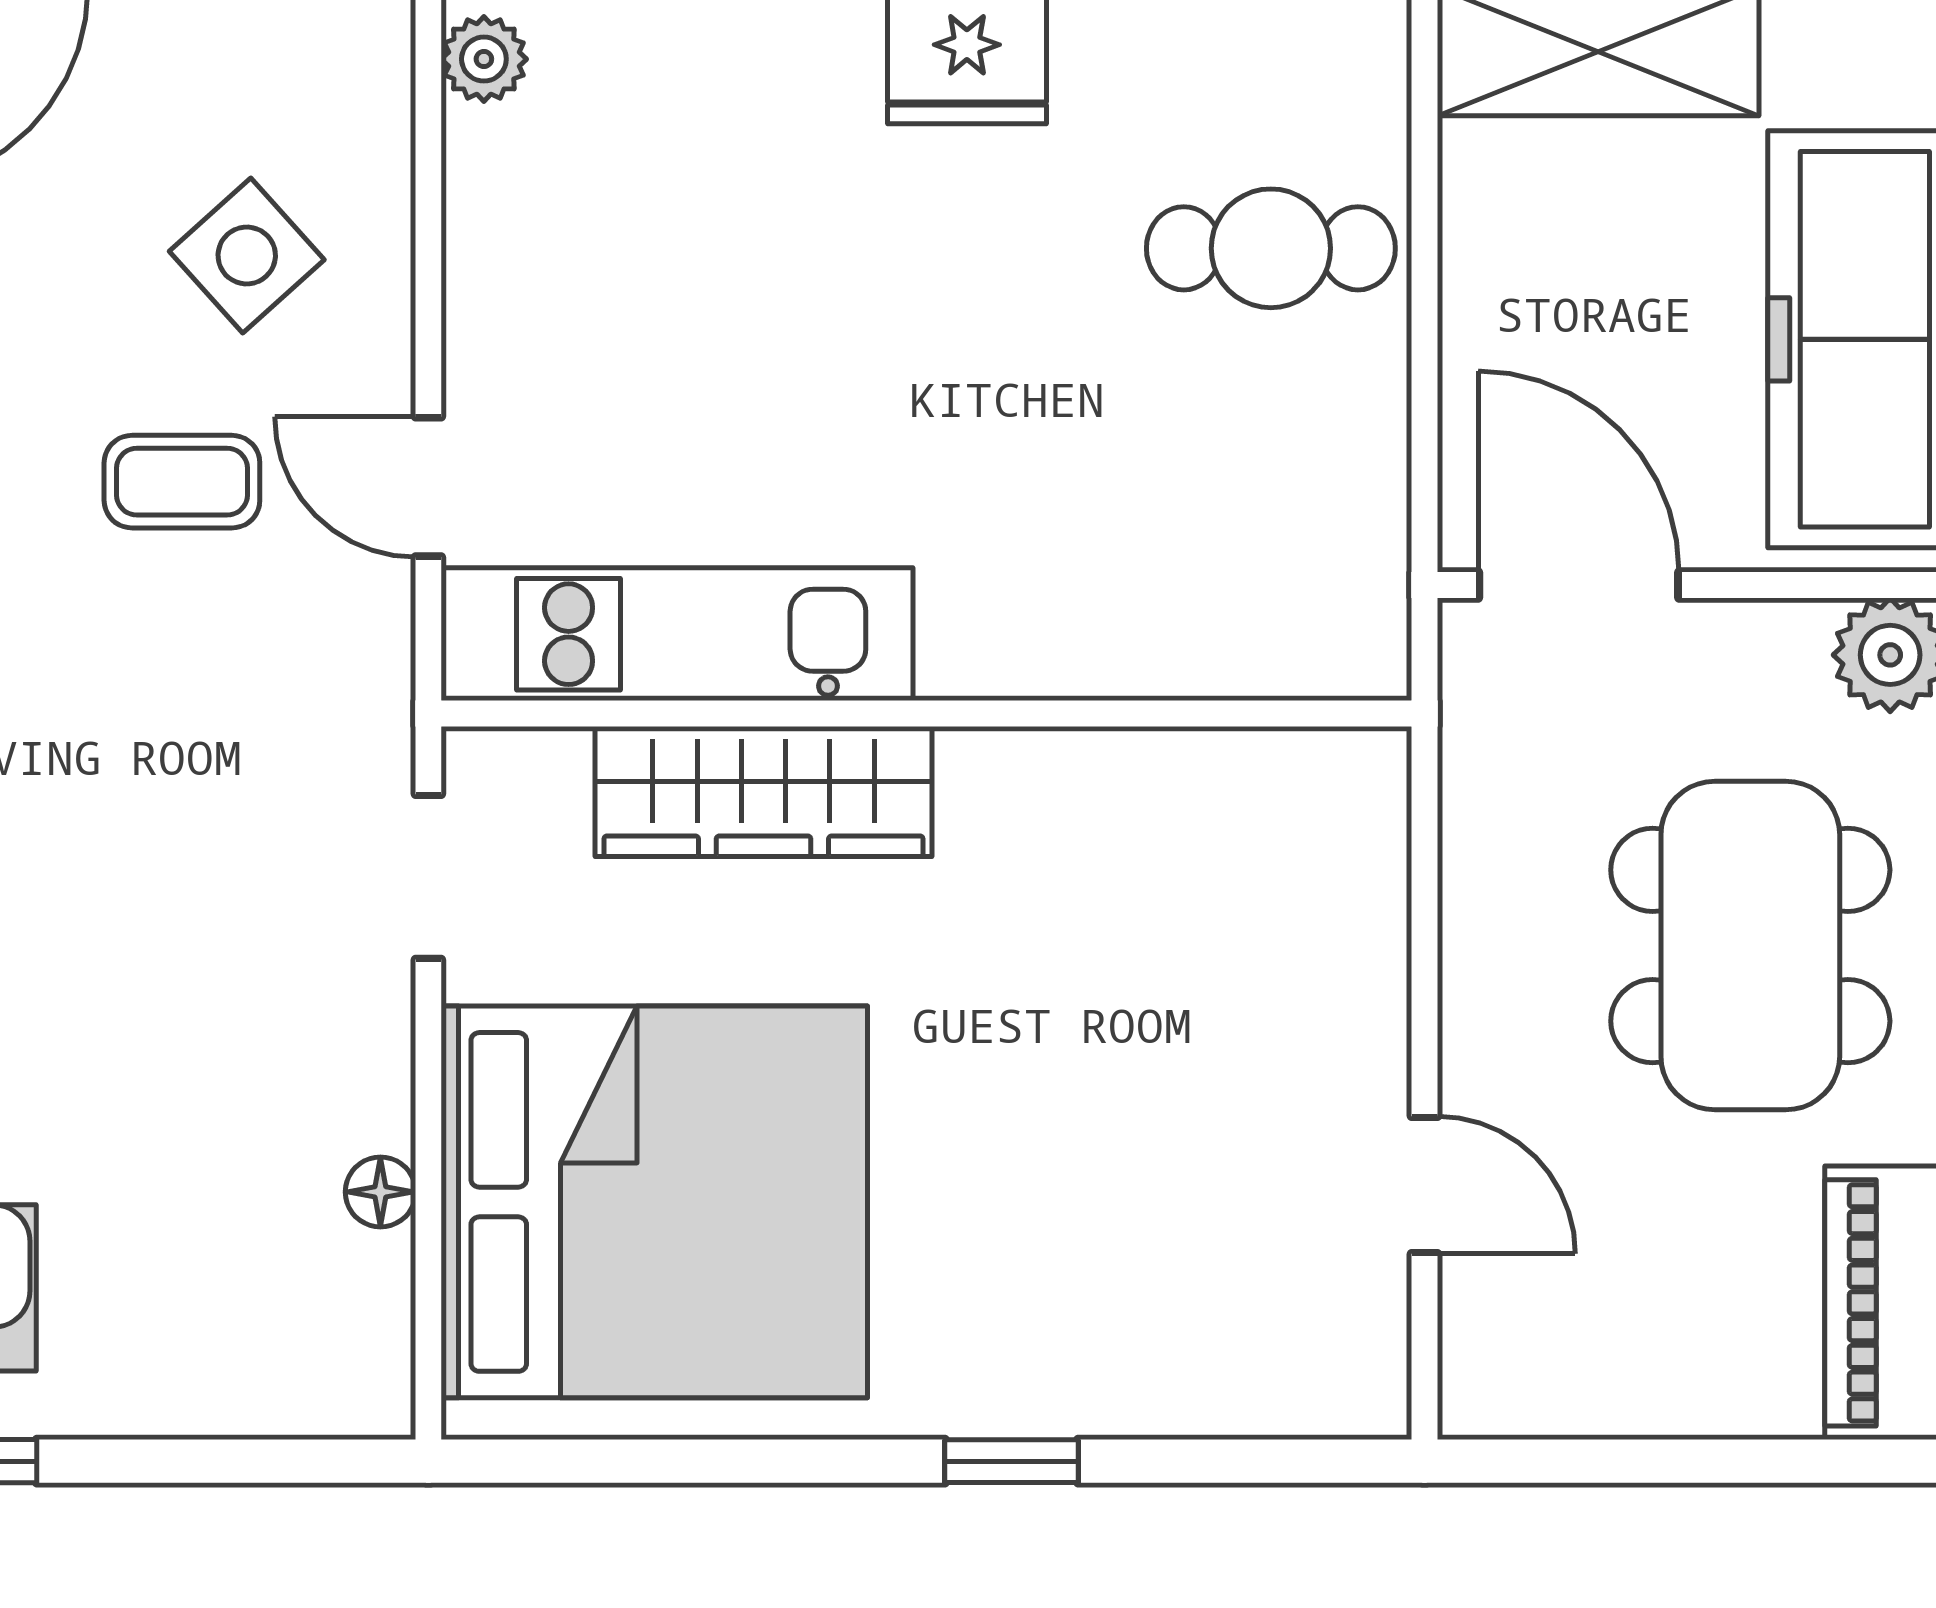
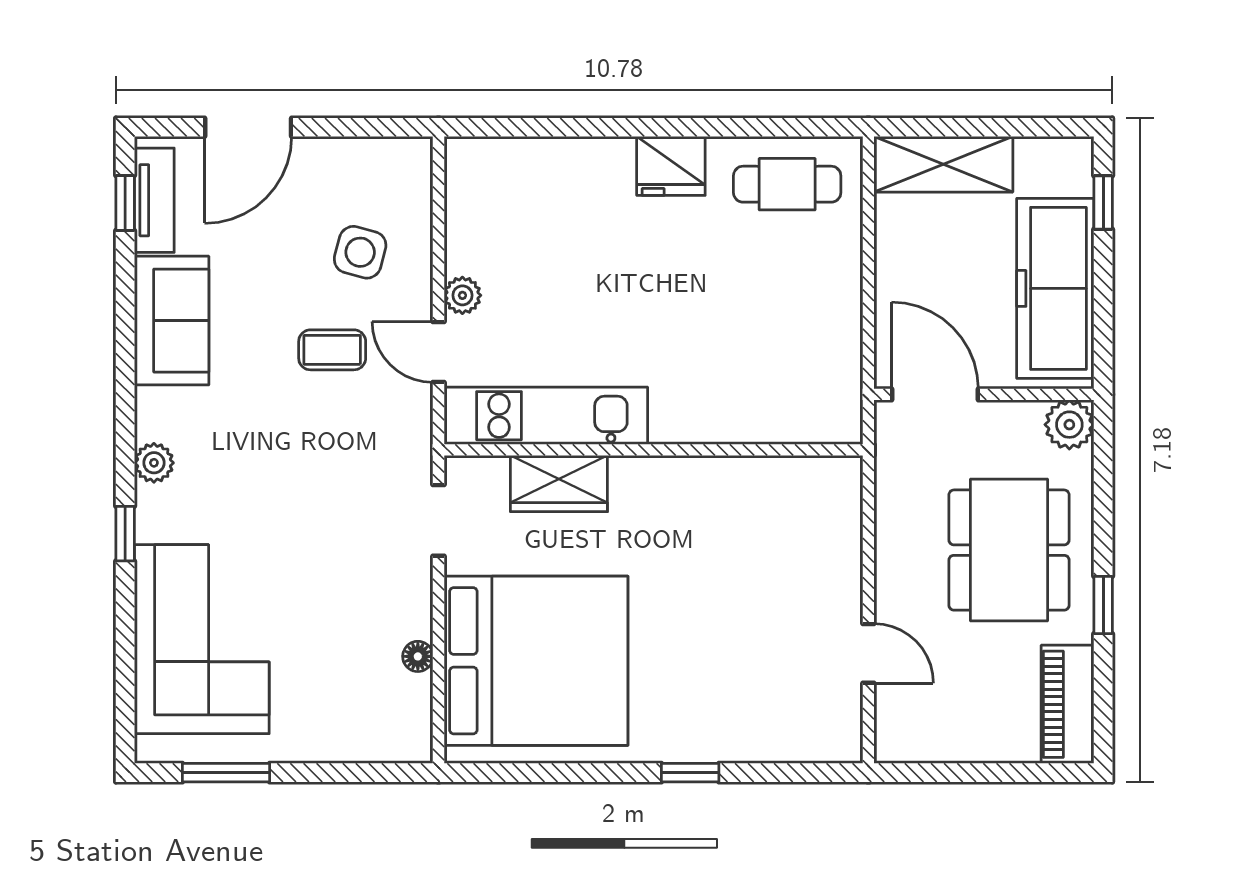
plant: (484, 59) -> (462, 295), moved
cafe table: (1271, 248) -> (787, 184), moved
side table: (247, 255) -> (360, 252), turned -33
wardrobe: (764, 792) -> (559, 484), width x0.67

